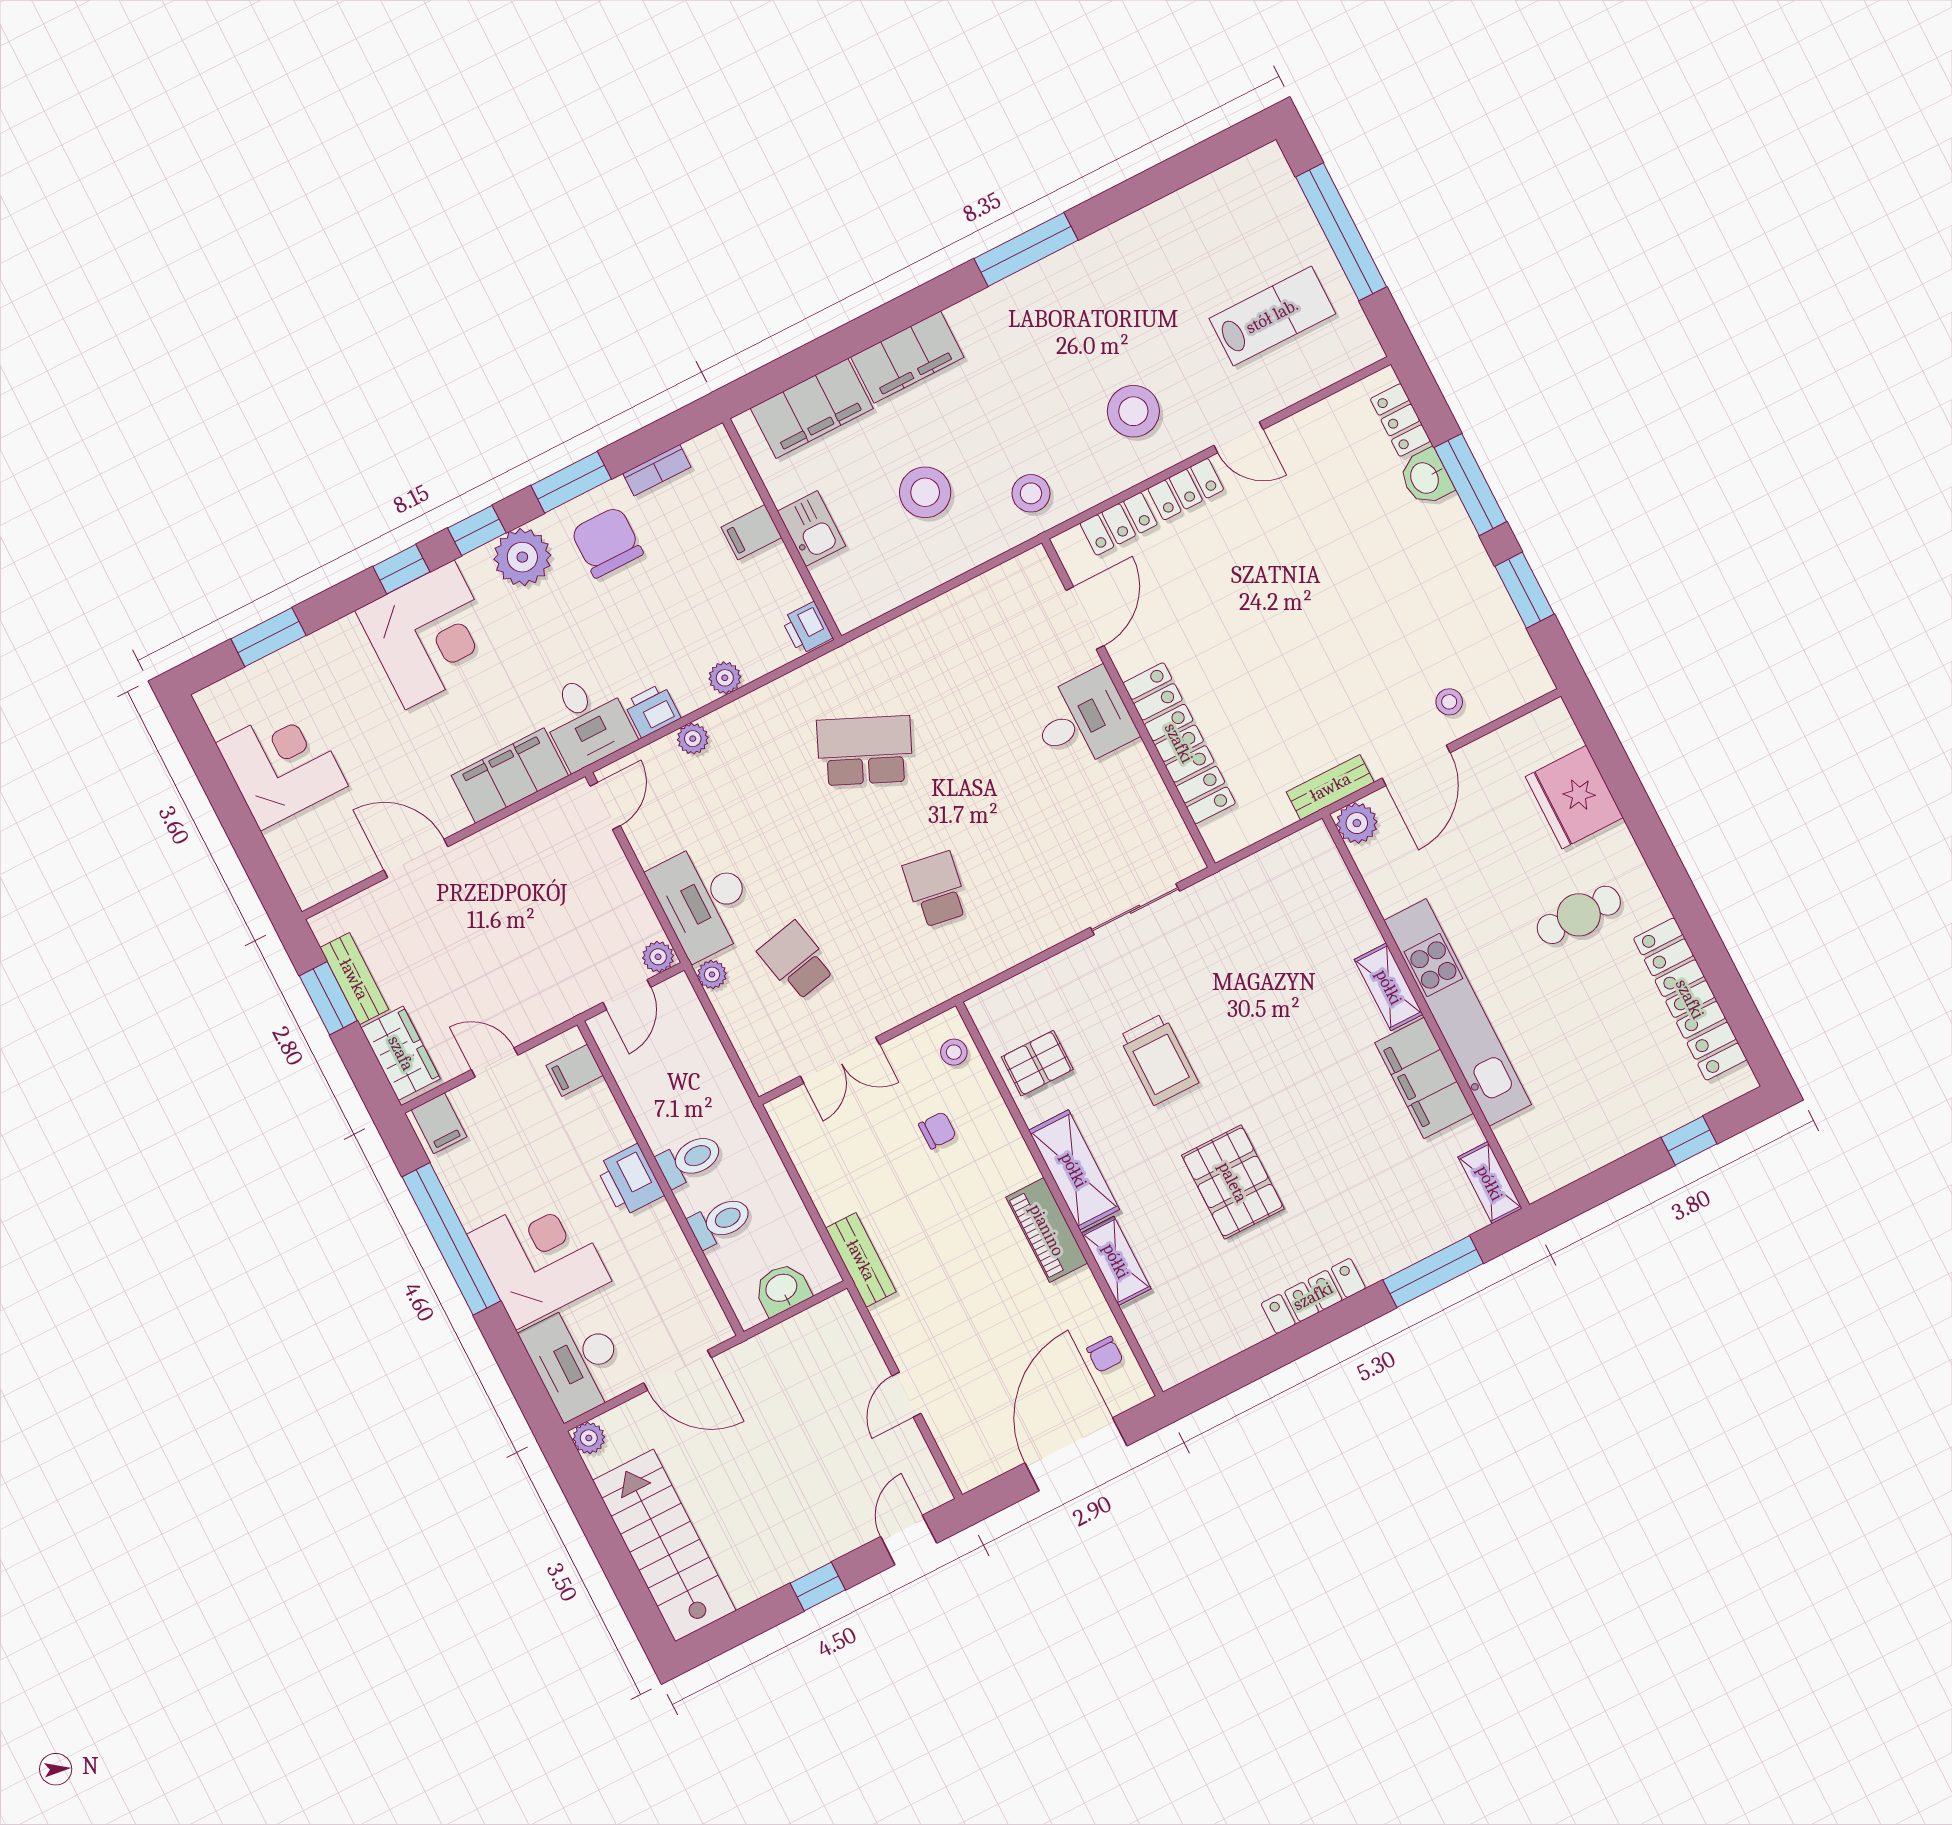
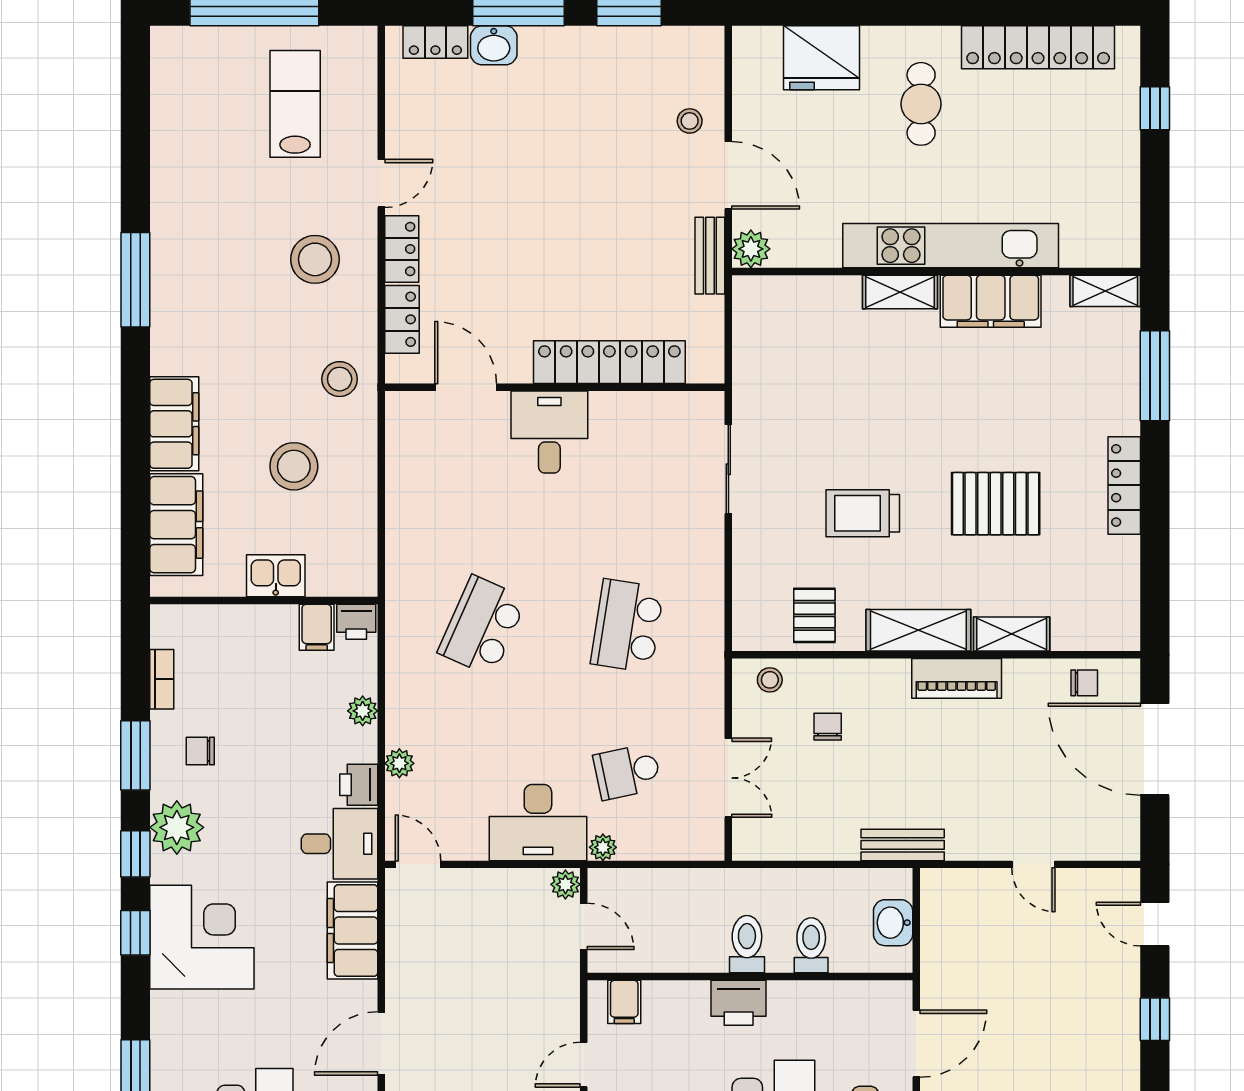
filing cabinet: (751, 532) -> (317, 627), moved
chair: (607, 542) -> (200, 751), width x0.54, depth x0.54
school desk: (936, 889) -> (627, 626), width x1.85
trolley: (1159, 1059) -> (863, 513), turned 180

